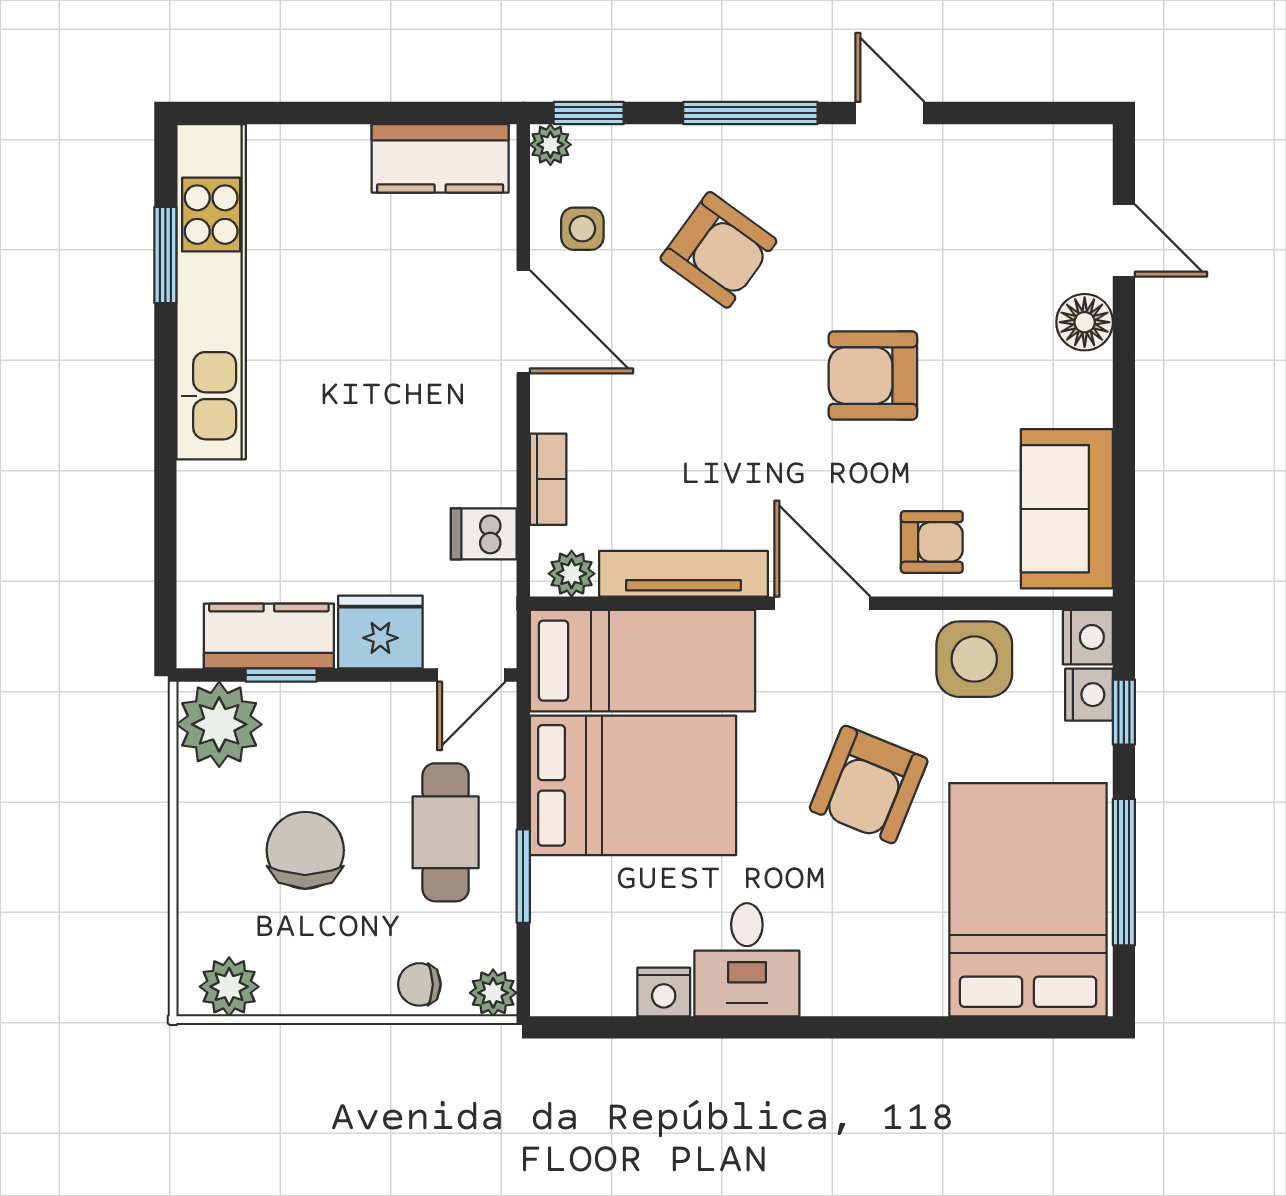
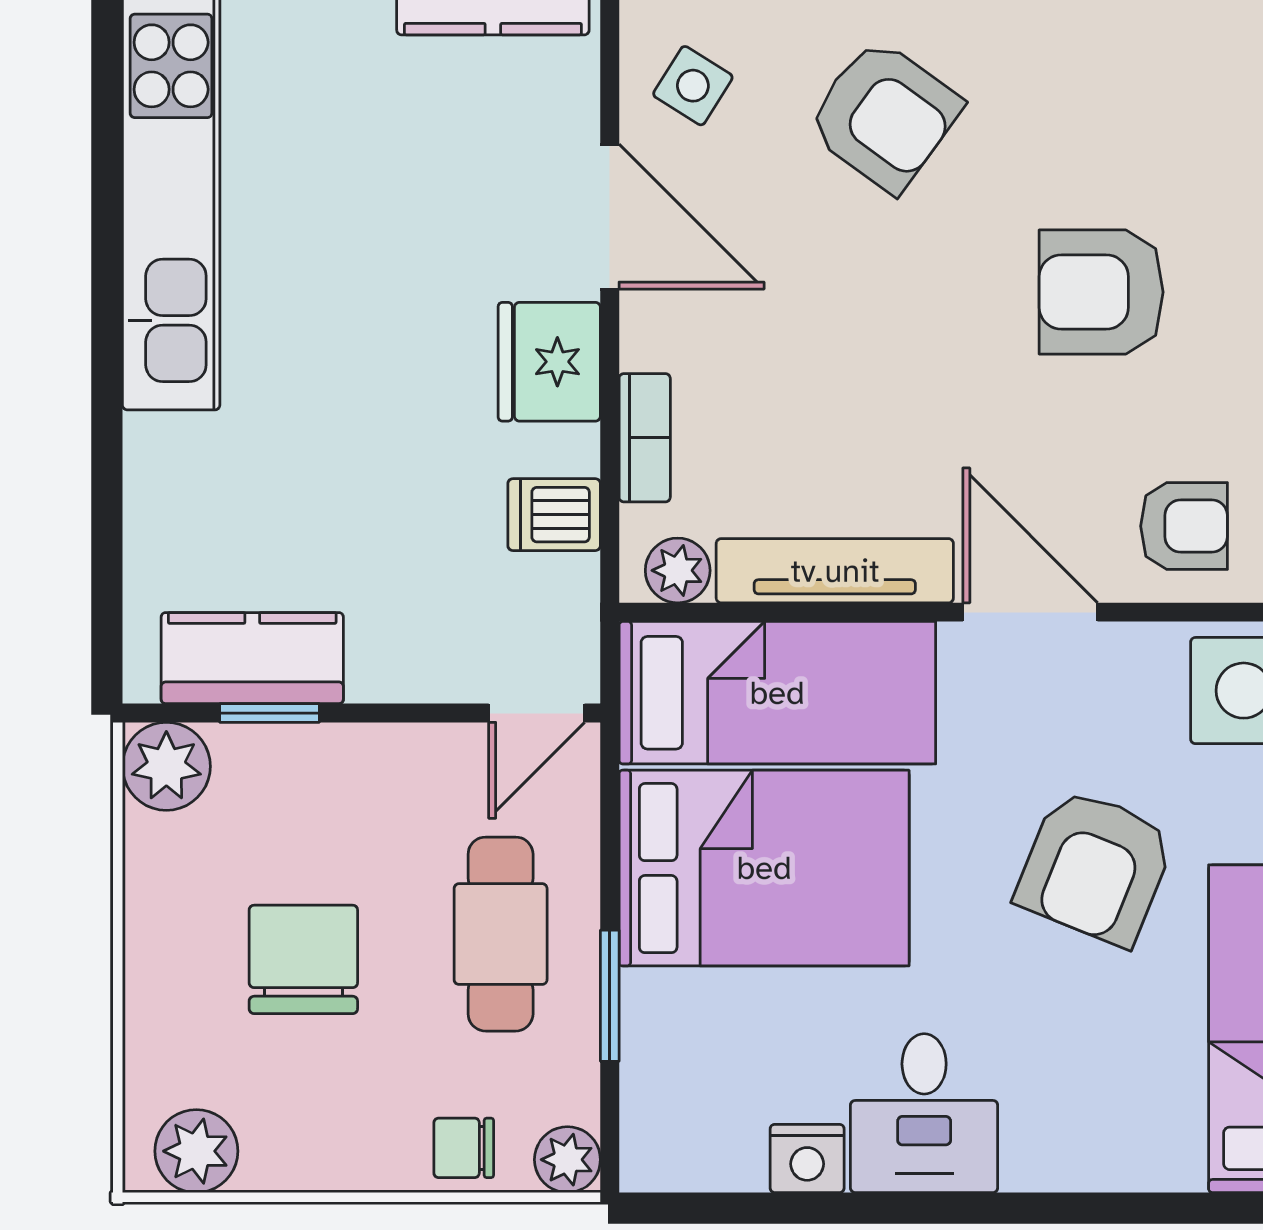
side table: (582, 229) -> (693, 86), turned 32
window: (165, 255) -> (107, 123), removed
fridge: (380, 632) -> (549, 362), moved, turned -90
plant: (219, 724) -> (166, 766), width x0.73, depth x0.73

